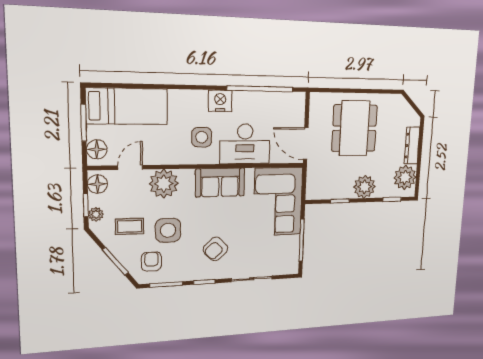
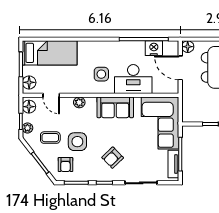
floor lamp: (317, 100) -> (188, 47), added
nightstand: (220, 101) -> (154, 48), moved
door: (306, 144) -> (180, 68), moved
door: (130, 167) -> (51, 95), swing flipped
plant: (164, 184) -> (79, 102), width x0.53, depth x0.53
tv unit: (293, 253) -> (173, 164), added
armchair: (151, 261) -> (65, 165), turned 180

